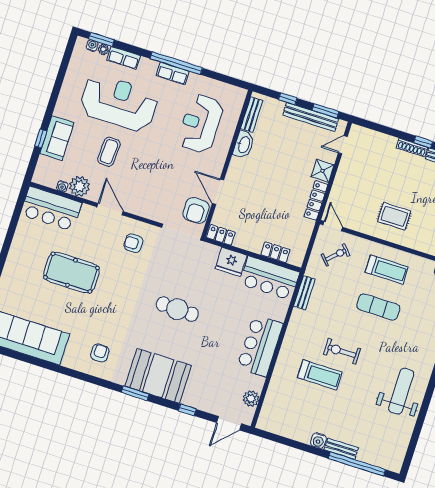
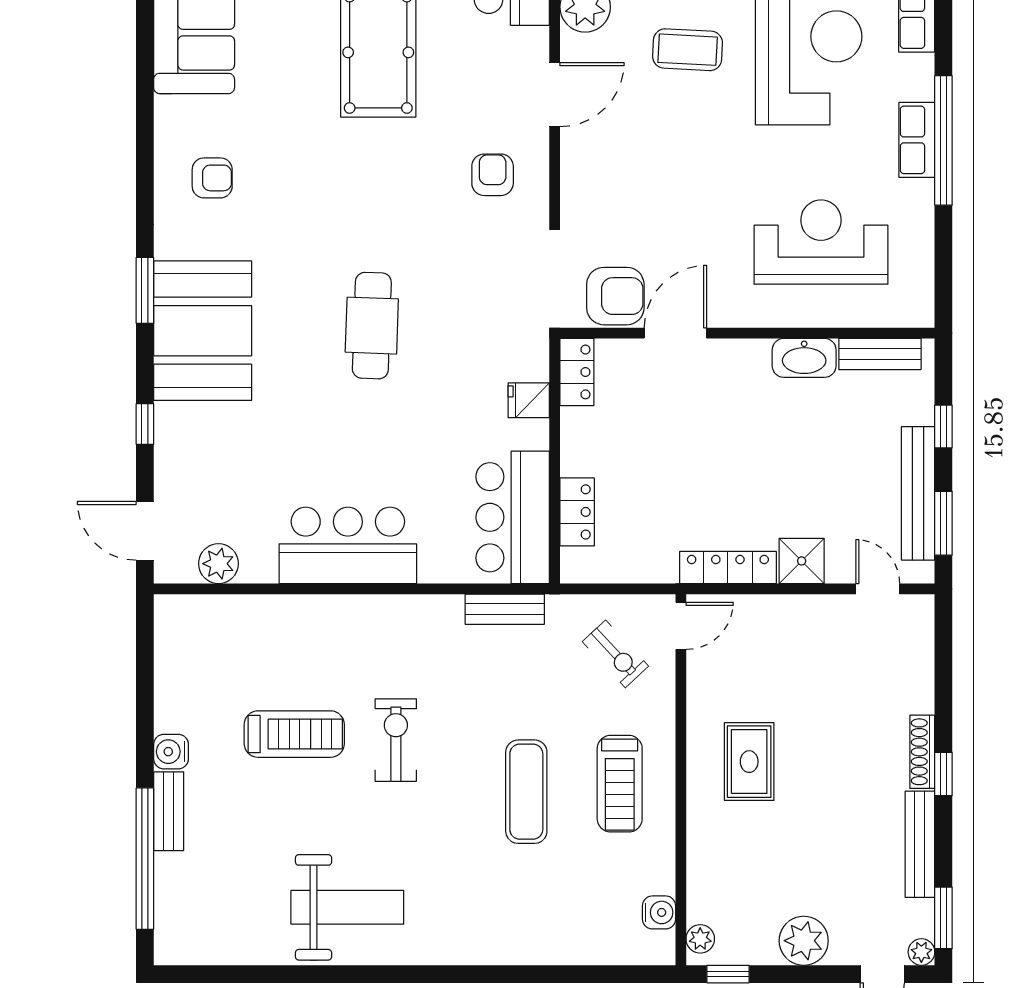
armchair: (196, 211) -> (615, 296), turned 180
fridge: (231, 262) -> (529, 400), width x0.53, depth x0.75
treadmill: (320, 375) -> (294, 734), moved, turned -90

